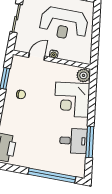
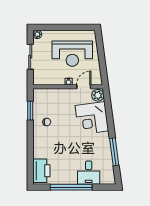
door: (37, 57) -> (84, 87), moved
desk: (73, 141) -> (89, 173), moved, turned 98
window: (52, 176) -> (71, 187), moved

